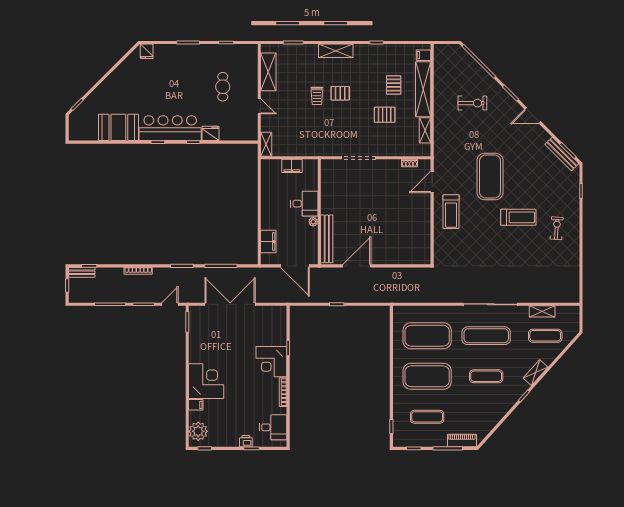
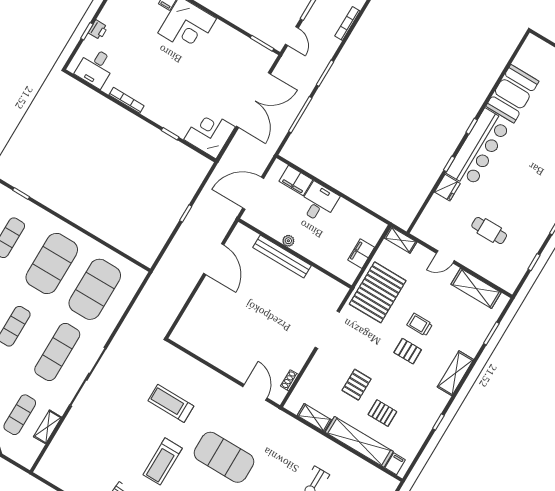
pallet: (340, 93) -> (408, 351), turned 90
pallet: (312, 138) -> (378, 292), added
desk: (304, 204) -> (319, 202), moved, turned 180
treadmill: (451, 212) -> (171, 403), moved
bench: (327, 239) -> (282, 256), moved
corner desk: (271, 362) -> (209, 133), moved

